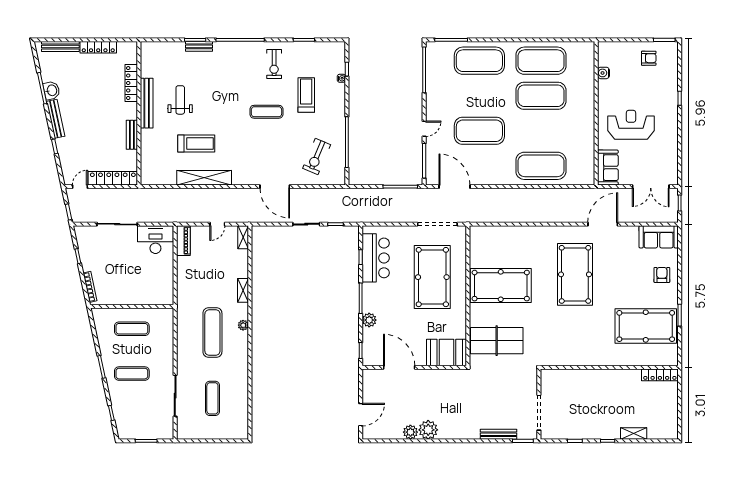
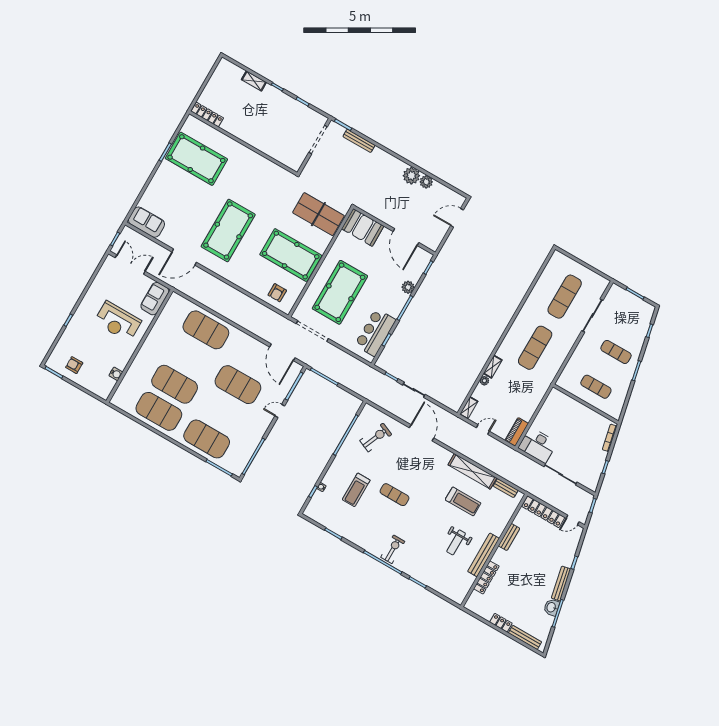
bench: (199, 46) -> (506, 488), moved
locker: (98, 47) -> (501, 623), width x0.66
exercise bike: (274, 64) -> (393, 549), moved
treadmill: (196, 143) -> (463, 501), turned 180
armchair: (662, 275) -> (277, 293), moved
plant: (243, 325) -> (484, 381), moved
exercise mat: (212, 398) -> (565, 297), width x1.36, depth x1.45

